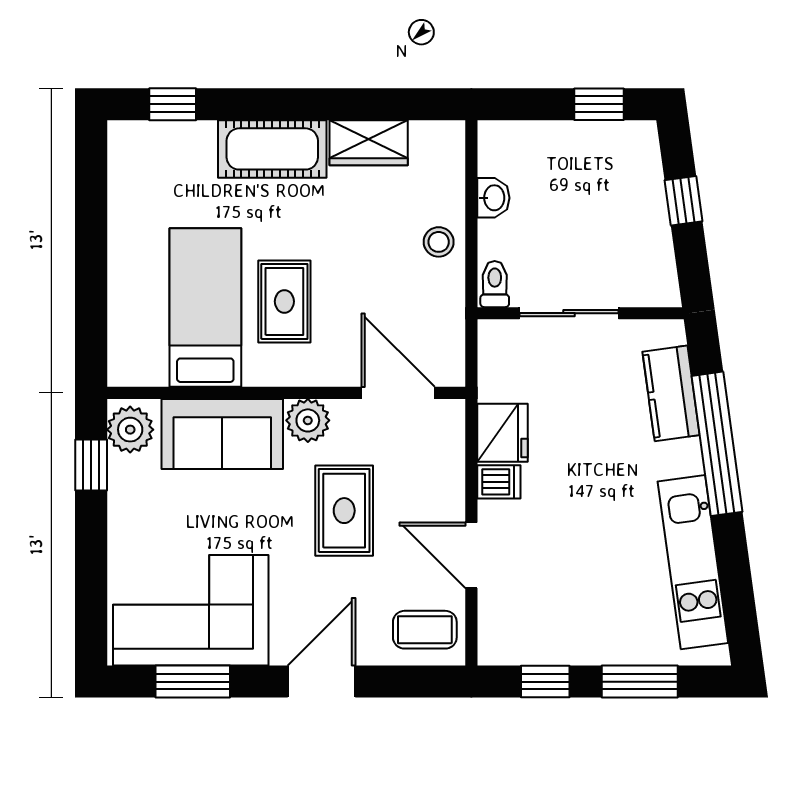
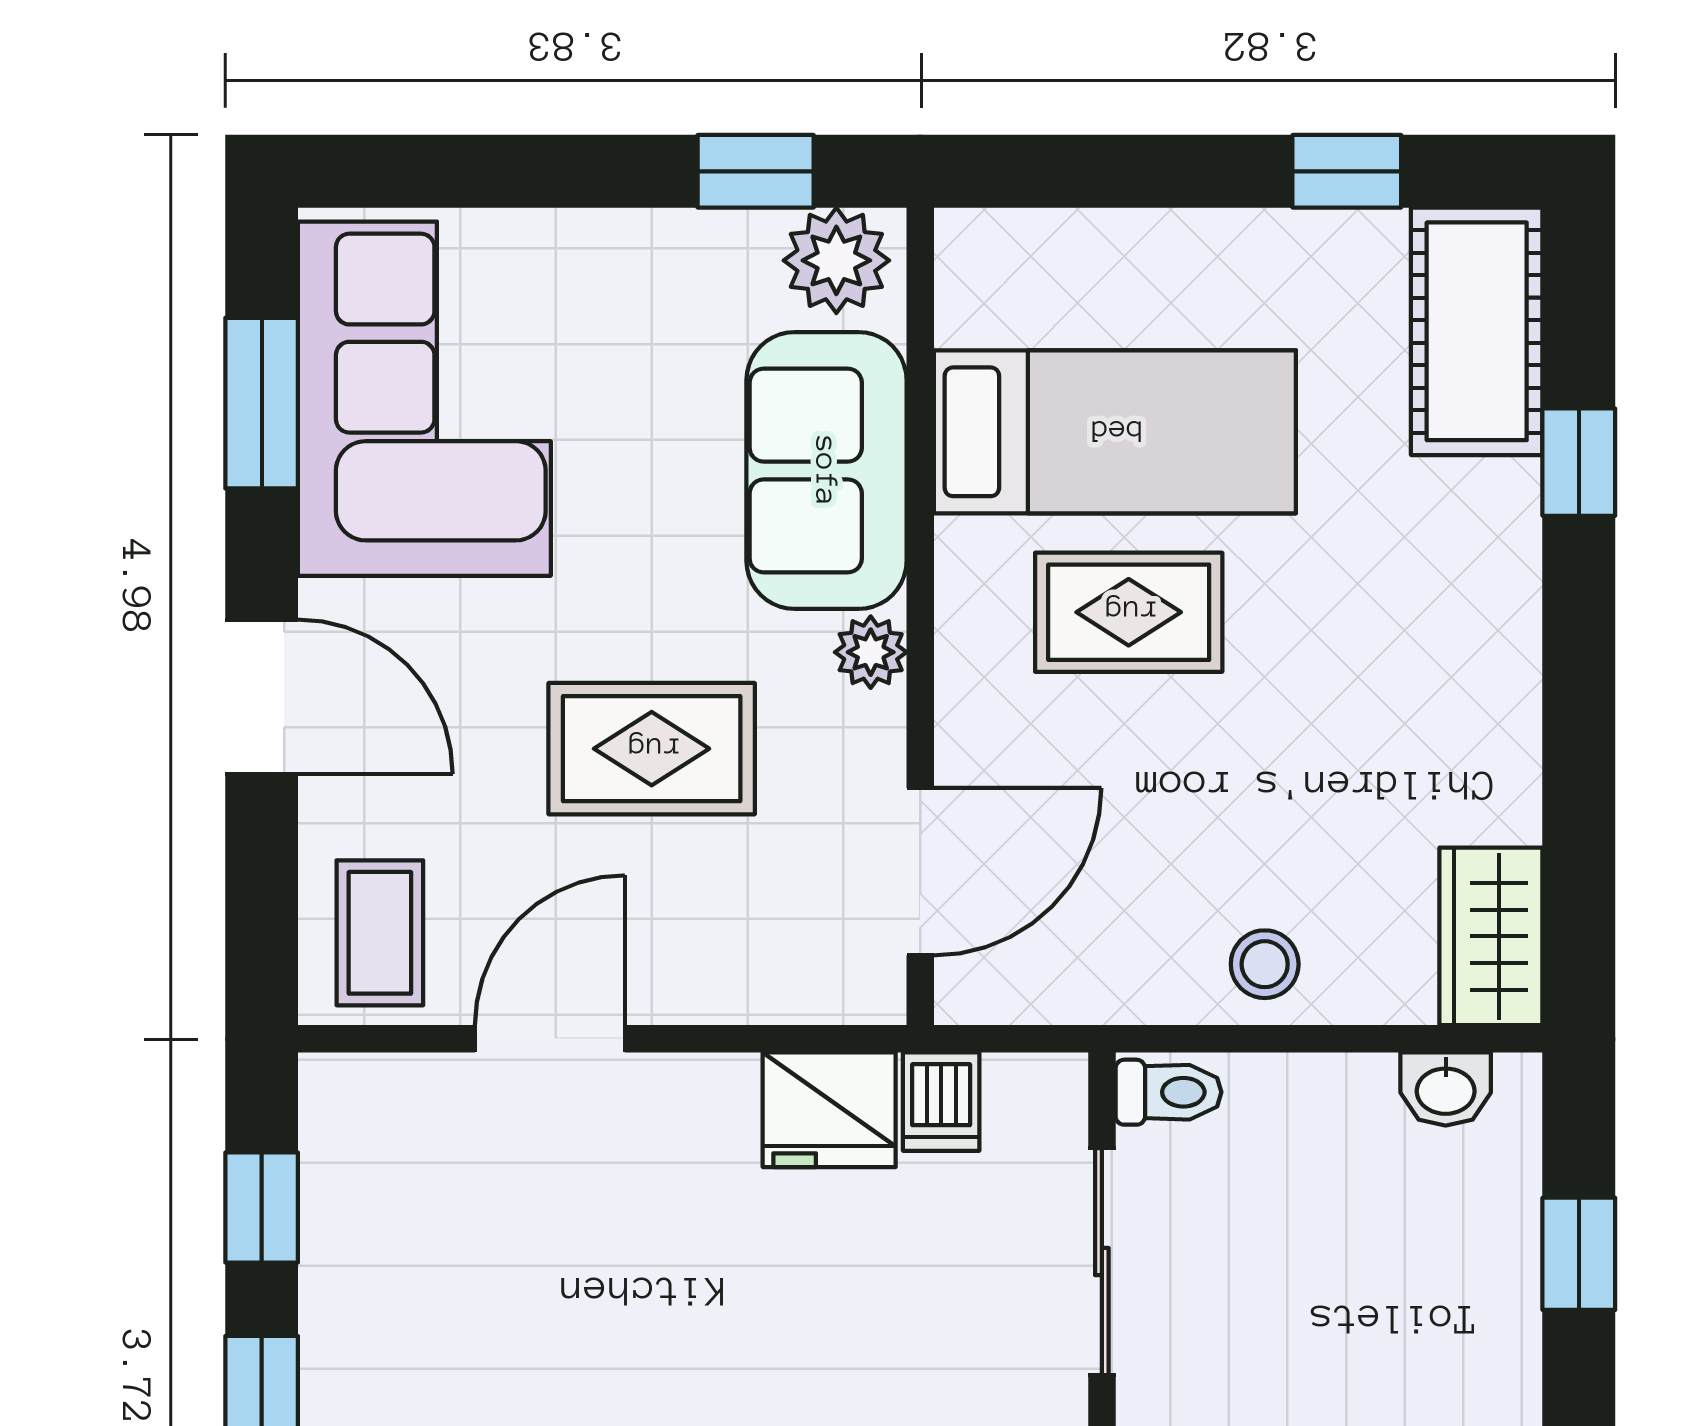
window: (173, 104) -> (1579, 462), moved
window: (599, 104) -> (1579, 1254), moved
wardrobe: (369, 143) -> (1491, 936), moved
cot: (272, 149) -> (1477, 331), moved
washbasin: (493, 198) -> (1446, 1089), moved
window: (91, 206) -> (1347, 171), added
plant: (308, 420) -> (871, 652), width x0.73, depth x0.73
dishwasher: (499, 482) -> (941, 1102), moved

